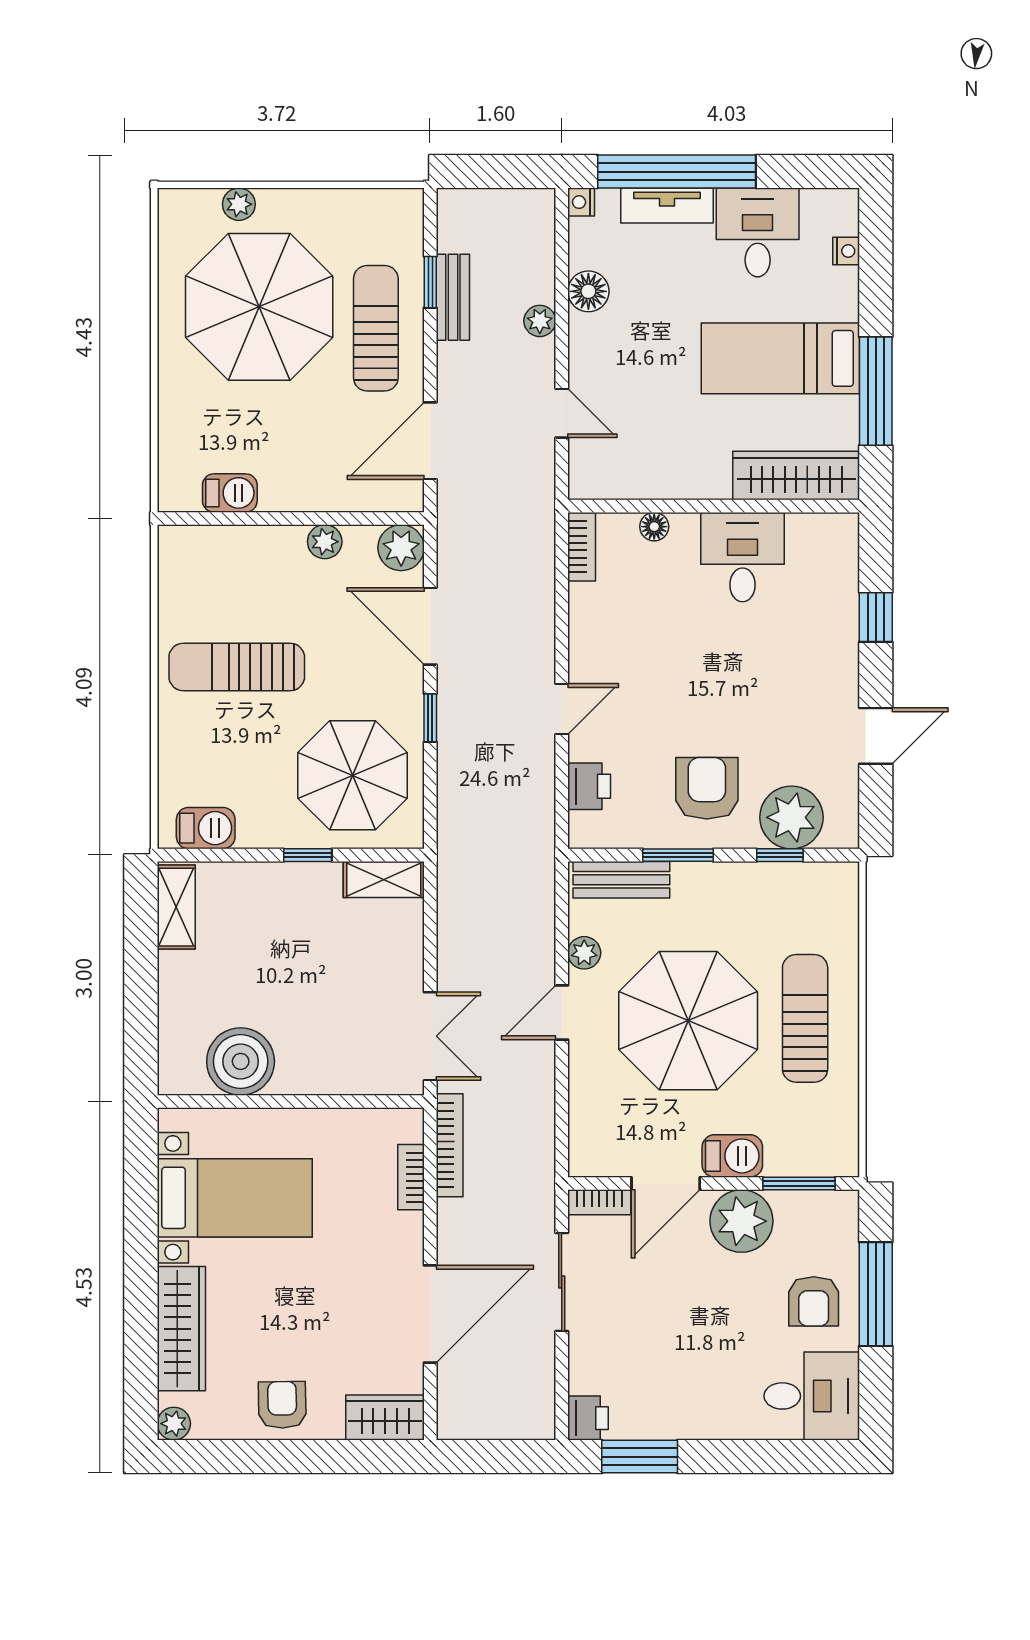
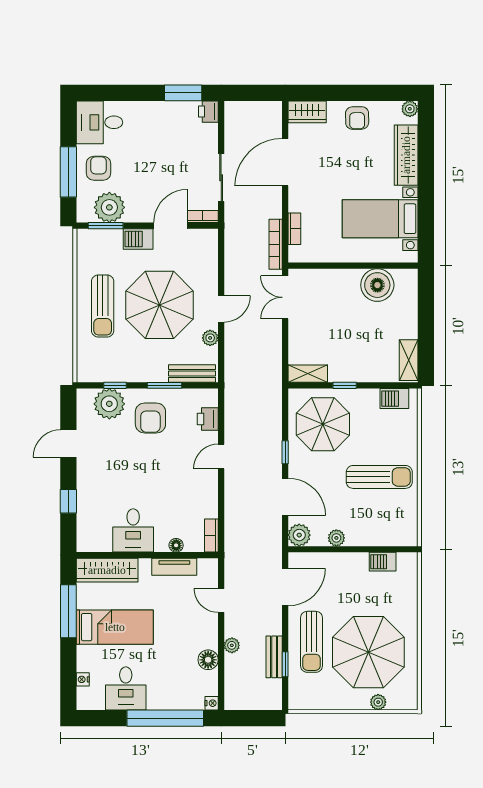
tv unit: (667, 206) -> (174, 567), moved, turned 180
plant: (741, 1221) -> (109, 207), moved

